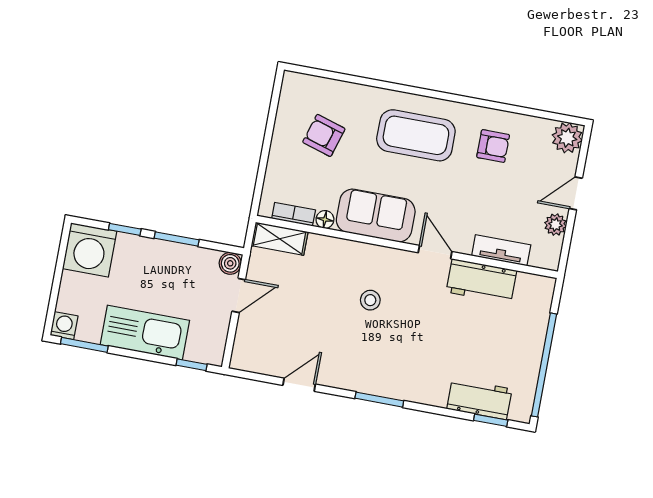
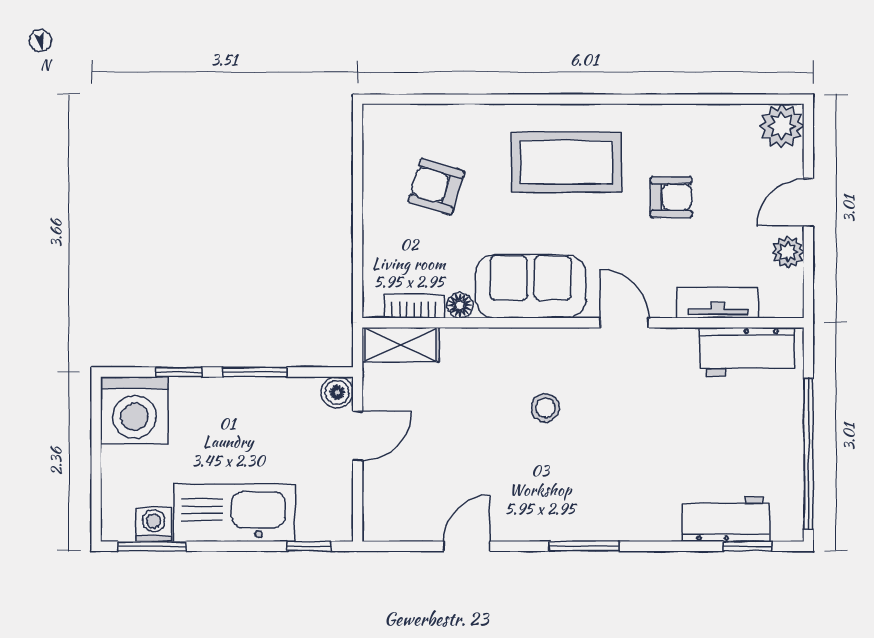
armchair: (493, 146) -> (671, 197), moved
workbench: (481, 281) -> (747, 352), moved
washing machine: (64, 326) -> (154, 524), moved

